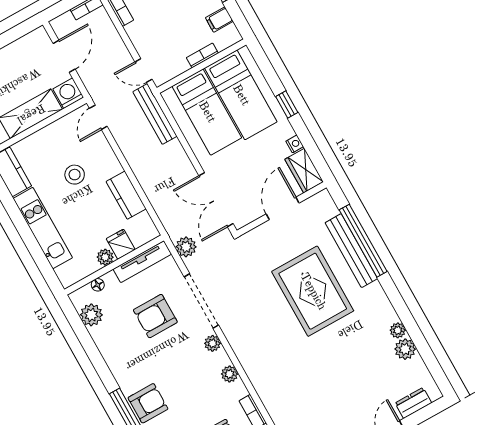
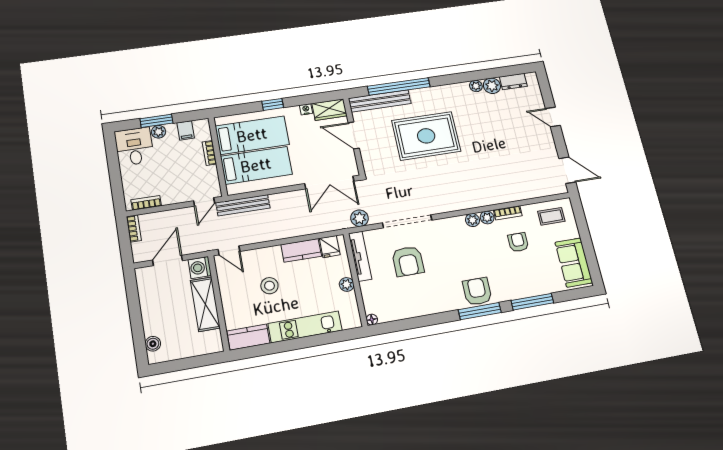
door: (64, 56) -> (168, 260), hinge flipped
fridge: (121, 244) -> (330, 247), moved, turned -90
bench: (351, 251) -> (380, 101), moved
floor lamp: (98, 285) -> (372, 320), moved
plant: (91, 315) -> (391, 312), removed
plant: (212, 343) -> (487, 217), moved
dresser: (413, 403) -> (513, 81), moved, turned -90

